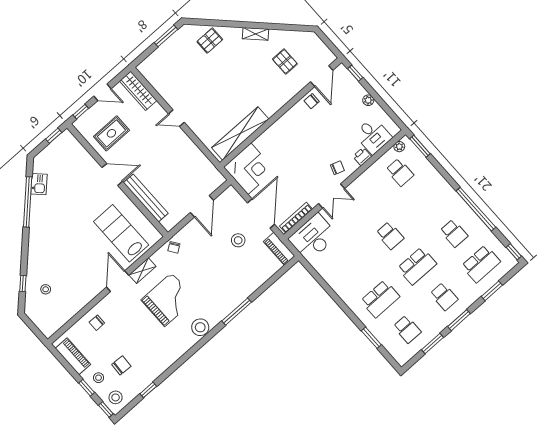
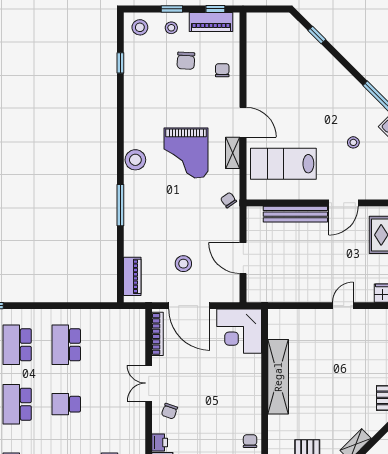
shelving: (240, 133) -> (278, 377), moved
lab bench: (121, 233) -> (283, 164), turned 180
desk: (313, 237) -> (126, 334), removed
piano: (279, 249) -> (132, 276), moved, turned 90
school desk: (353, 268) -> (66, 345), added
stool: (46, 289) -> (353, 142), moved
chair: (121, 365) -> (186, 61), moved
window: (106, 409) -> (215, 9), moved

